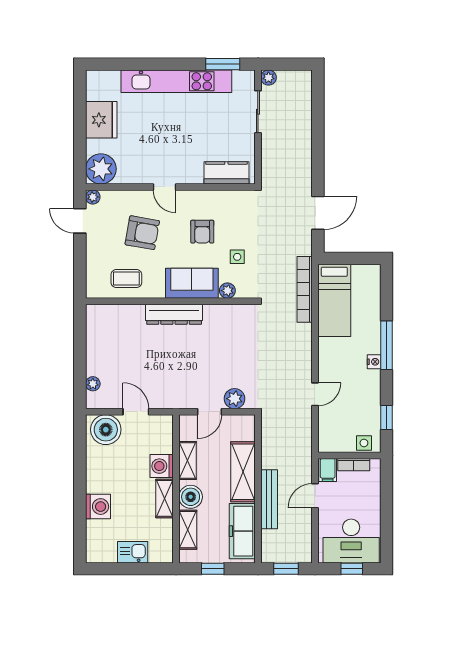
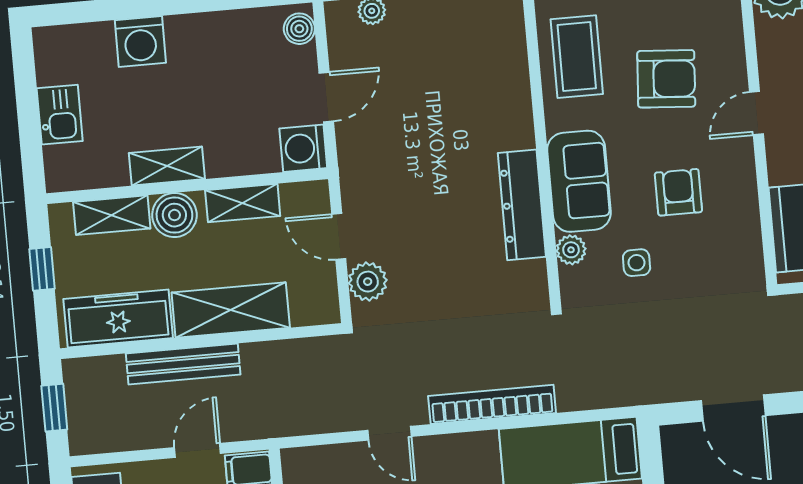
armchair: (202, 232) -> (678, 192), turned 90
armchair: (142, 233) -> (666, 79), turned -96
coffee table: (126, 279) -> (577, 57), width x1.36, depth x1.30
bookcase: (305, 289) -> (492, 404), moved
dresser: (174, 314) -> (522, 205), moved
boiler: (106, 430) -> (299, 29), width x0.54, depth x0.54
washing machine: (162, 466) -> (303, 148), moved, turned -90
door: (315, 496) -> (197, 450), hinge flipped

